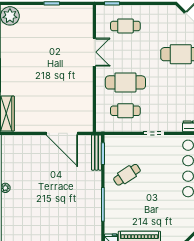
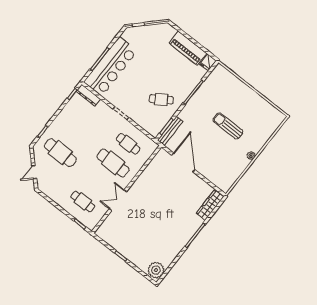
sun lounger: (47, 198) -> (228, 126), added

